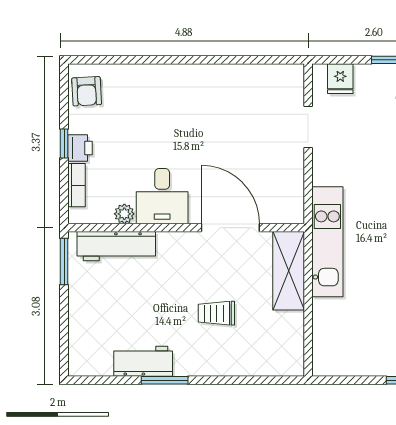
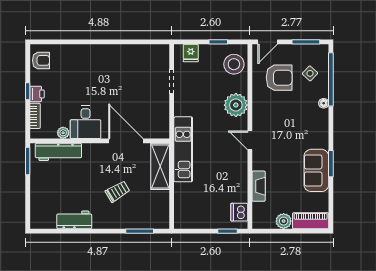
armchair: (87, 91) -> (41, 60), turned -87
trolley: (216, 313) -> (118, 191), turned 149
window: (165, 380) -> (140, 231), moved

